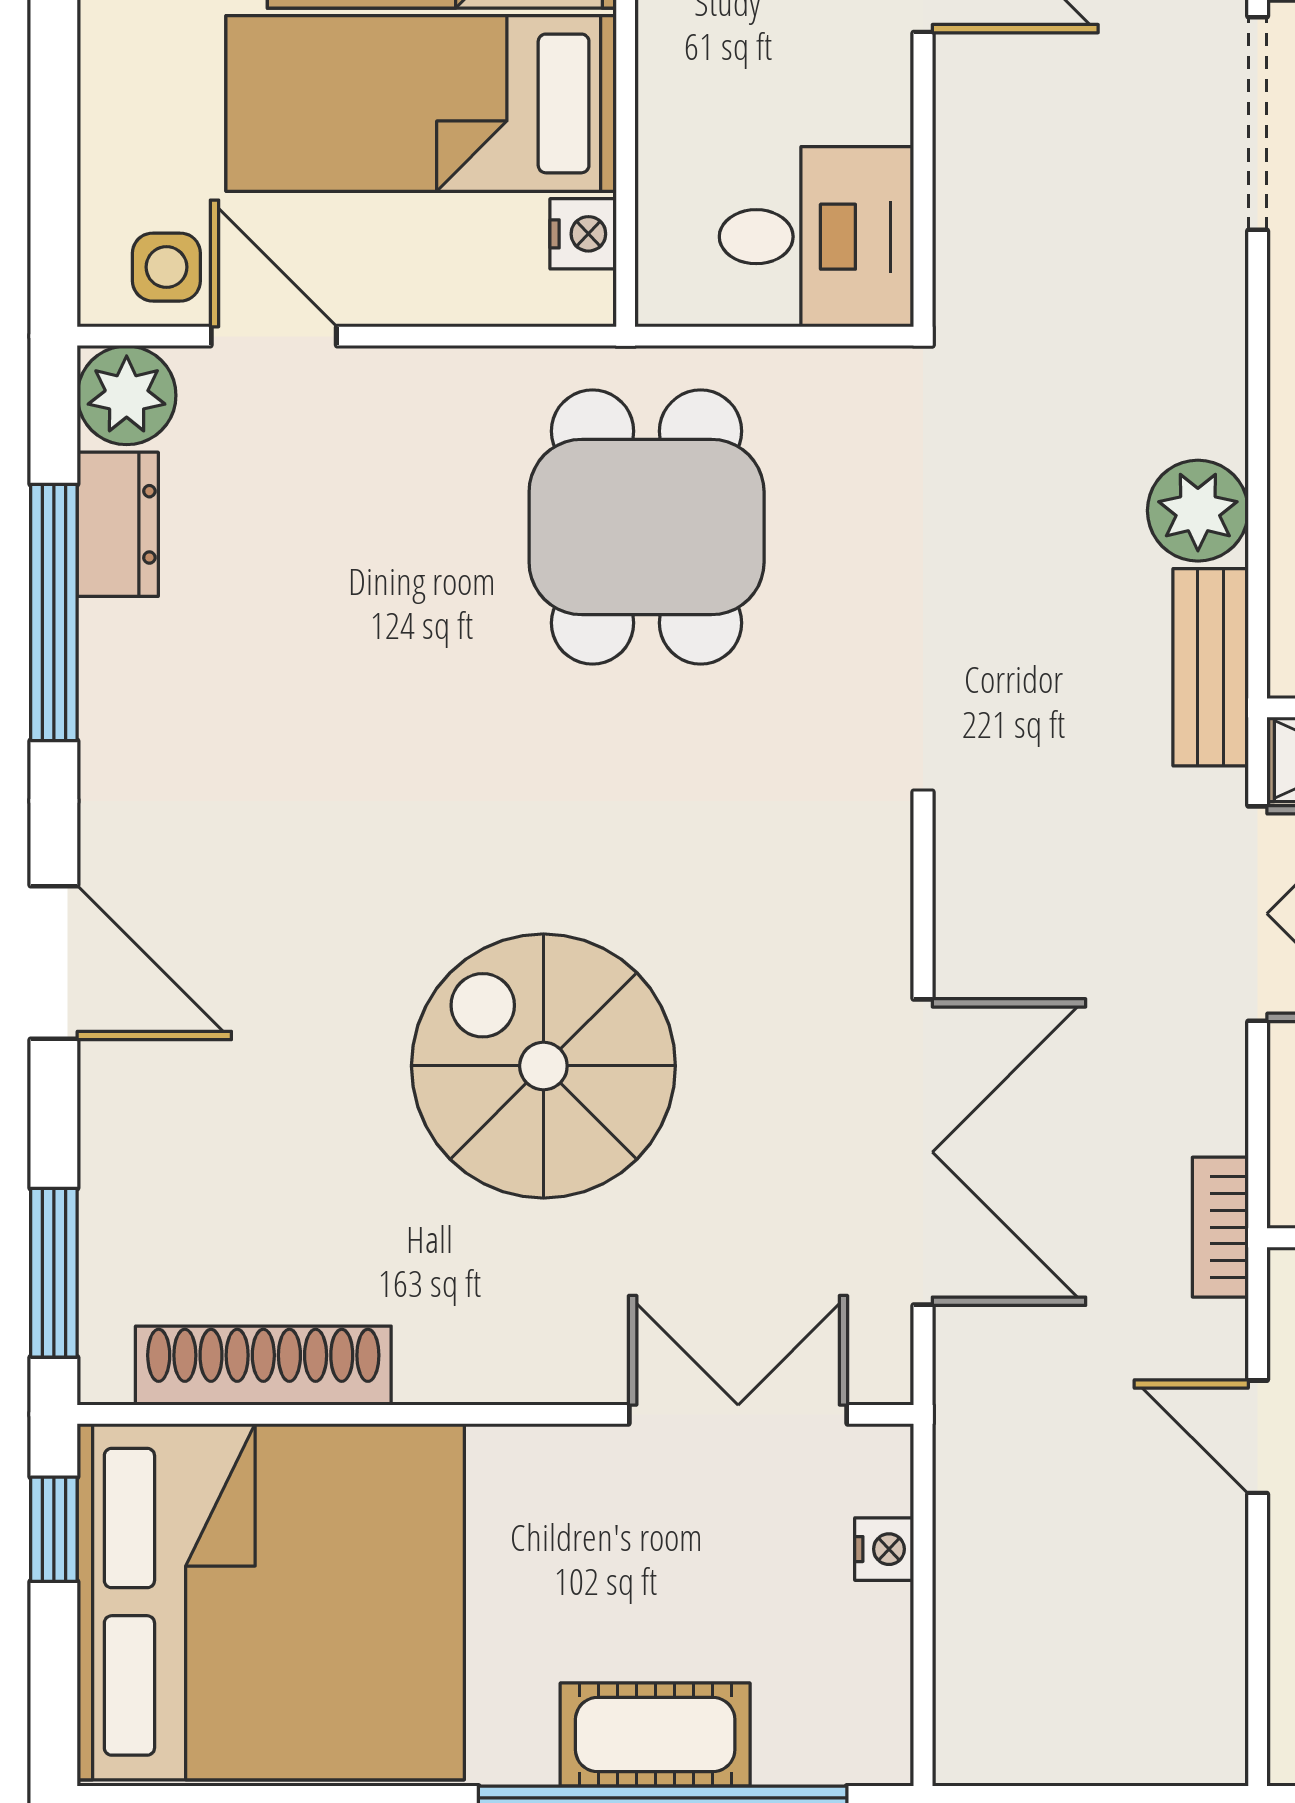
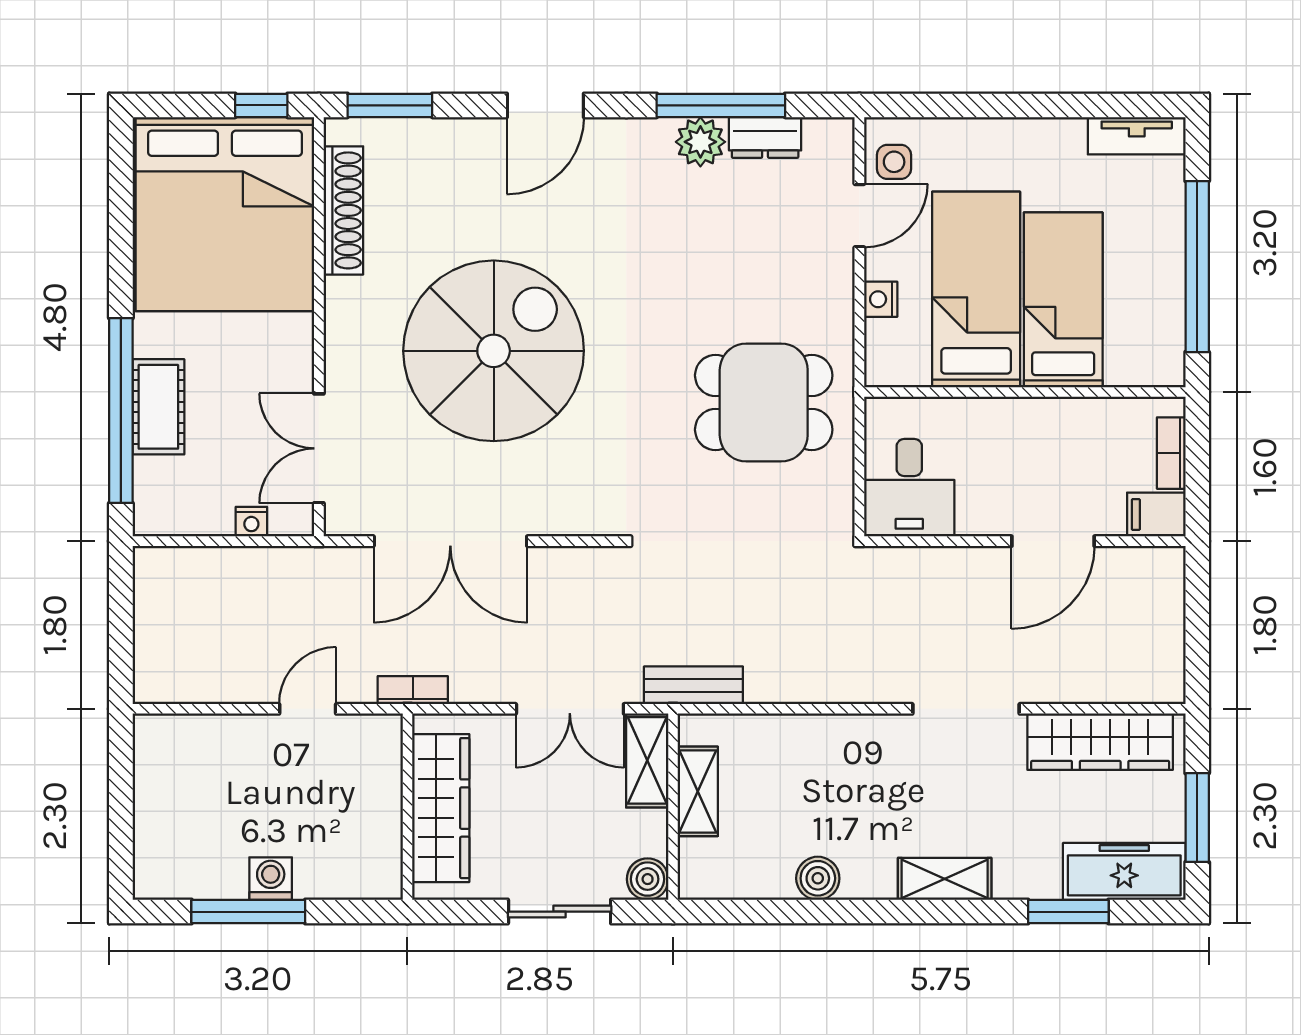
nightstand: (583, 234) -> (881, 299), moved, turned 90
plant: (127, 395) -> (700, 142), moved
plant: (1198, 511) -> (772, 679), removed
spiral stairs: (543, 1066) -> (494, 351), width x1.37, depth x1.37
double door: (738, 1414) -> (319, 448), swing flipped

